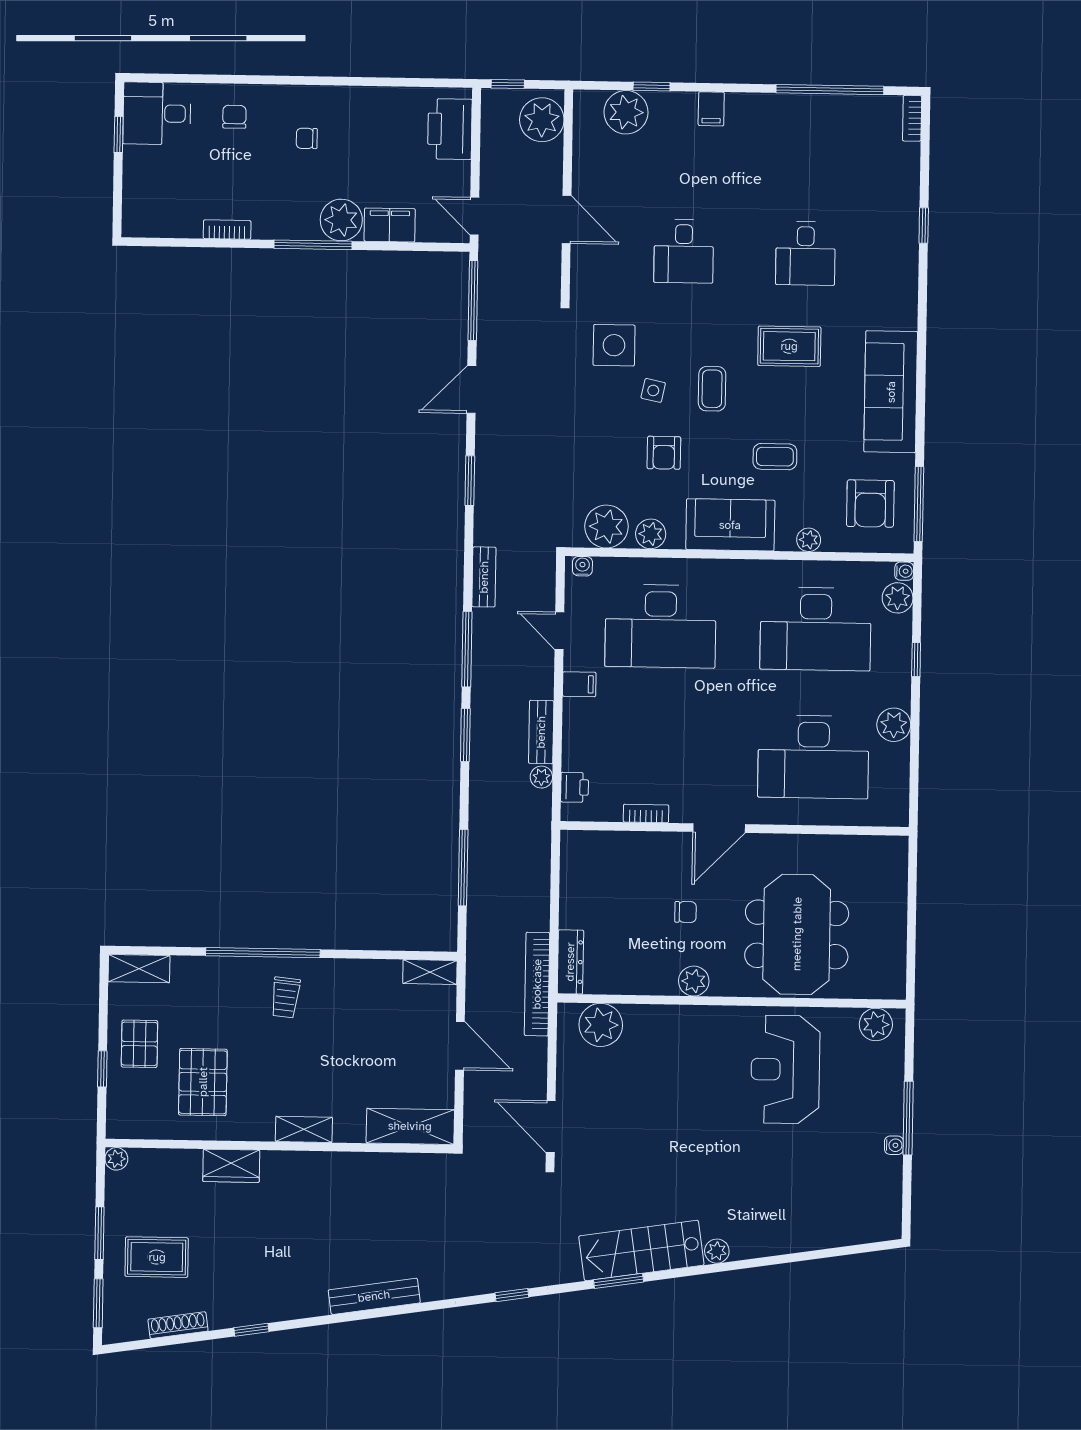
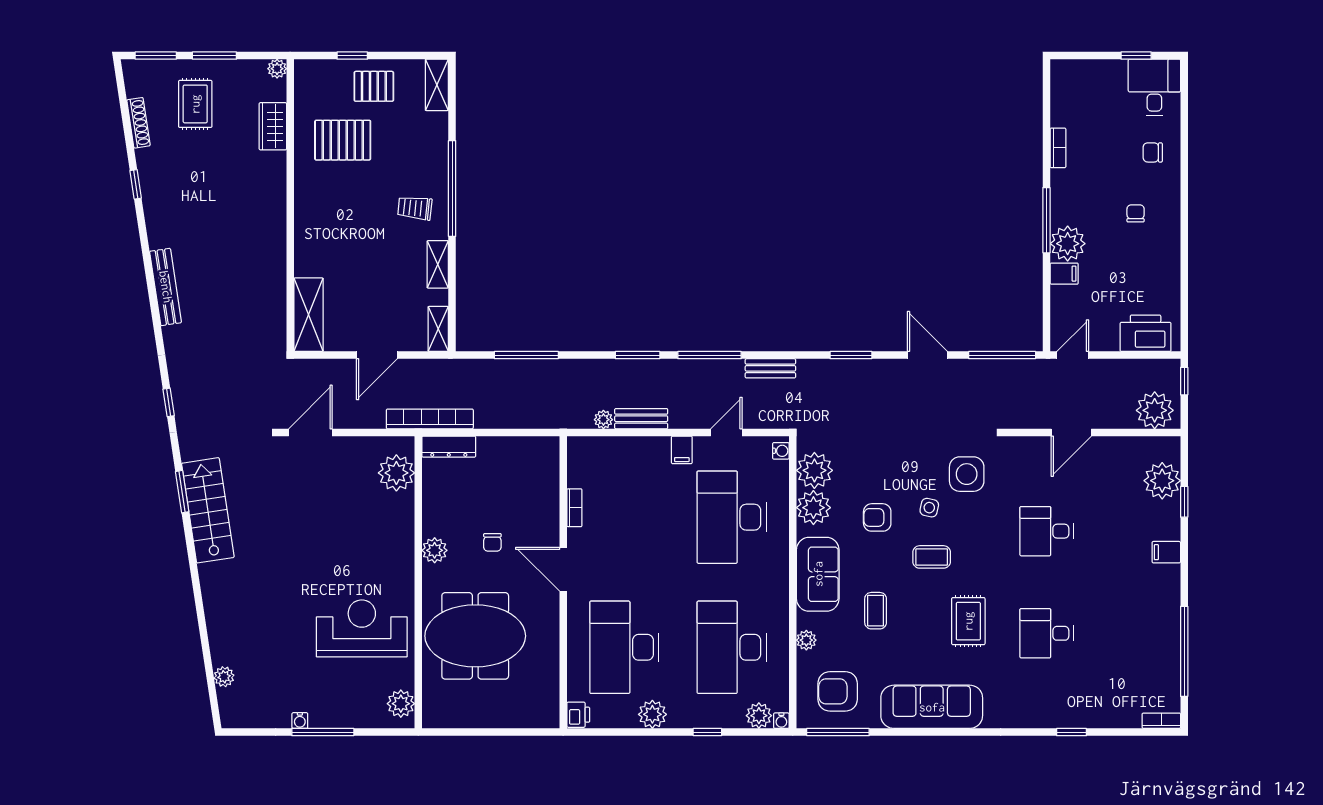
chair: (234, 117) -> (1153, 152), turned 180
filing cabinet: (390, 225) -> (1064, 274), width x0.50
plant: (651, 534) -> (813, 508), width x1.36, depth x1.36
printer: (575, 787) -> (578, 715), moved, turned -90
shelving: (304, 1129) -> (438, 264), moved
wardrobe: (231, 1166) -> (273, 126), moved
plant: (717, 1251) -> (224, 677), moved

